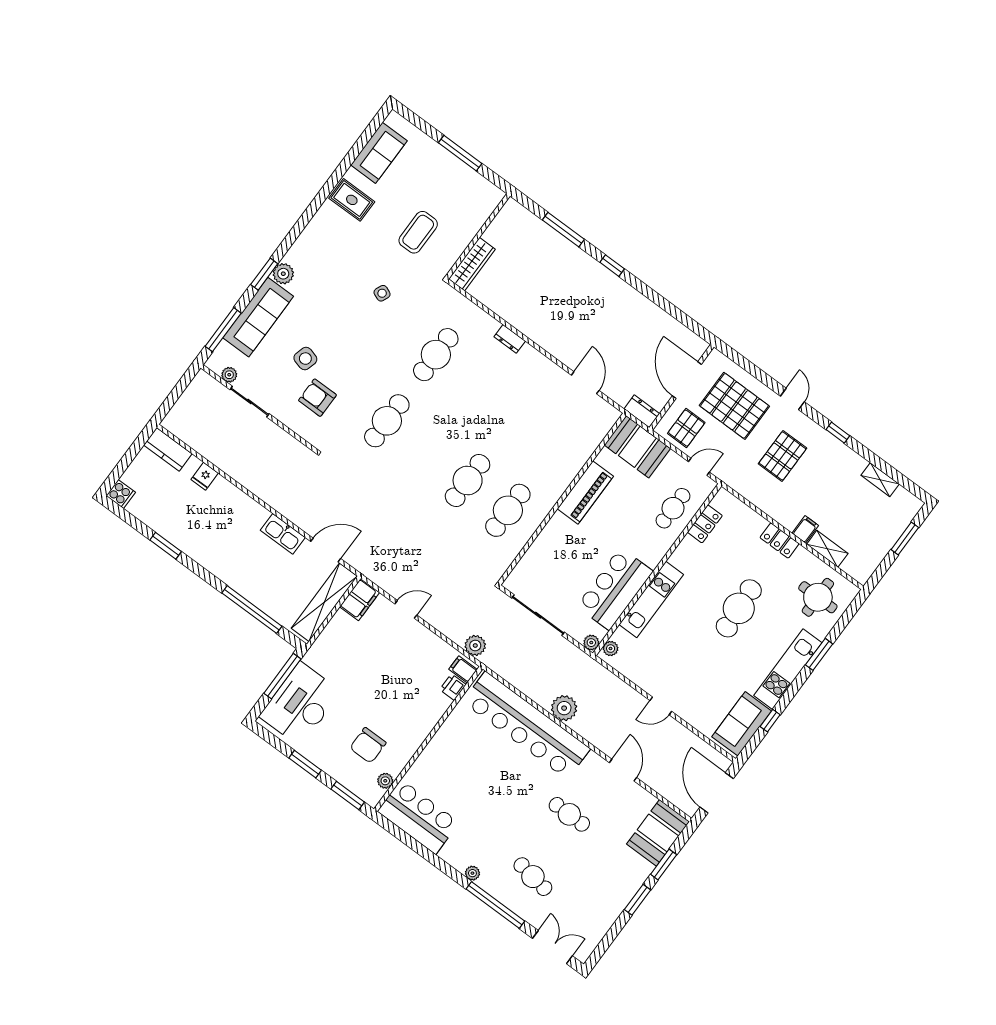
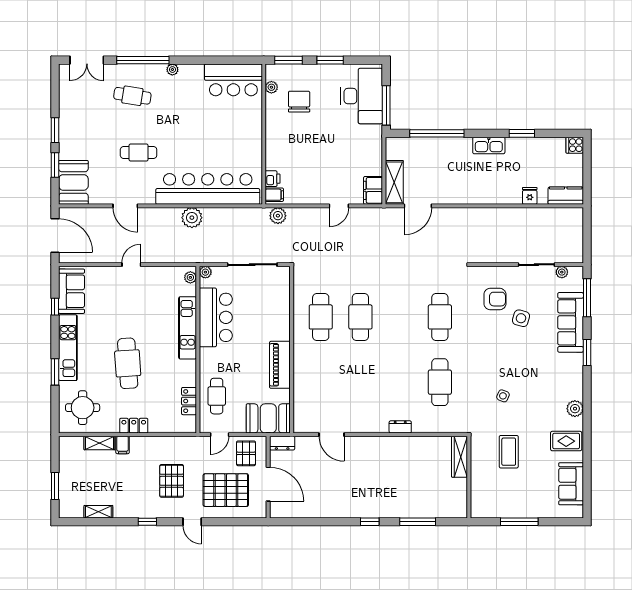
plant: (283, 274) -> (575, 409), moved
kitchen sink: (283, 534) -> (489, 145), moved, turned 180
shelving: (324, 602) -> (394, 182), width x0.68

